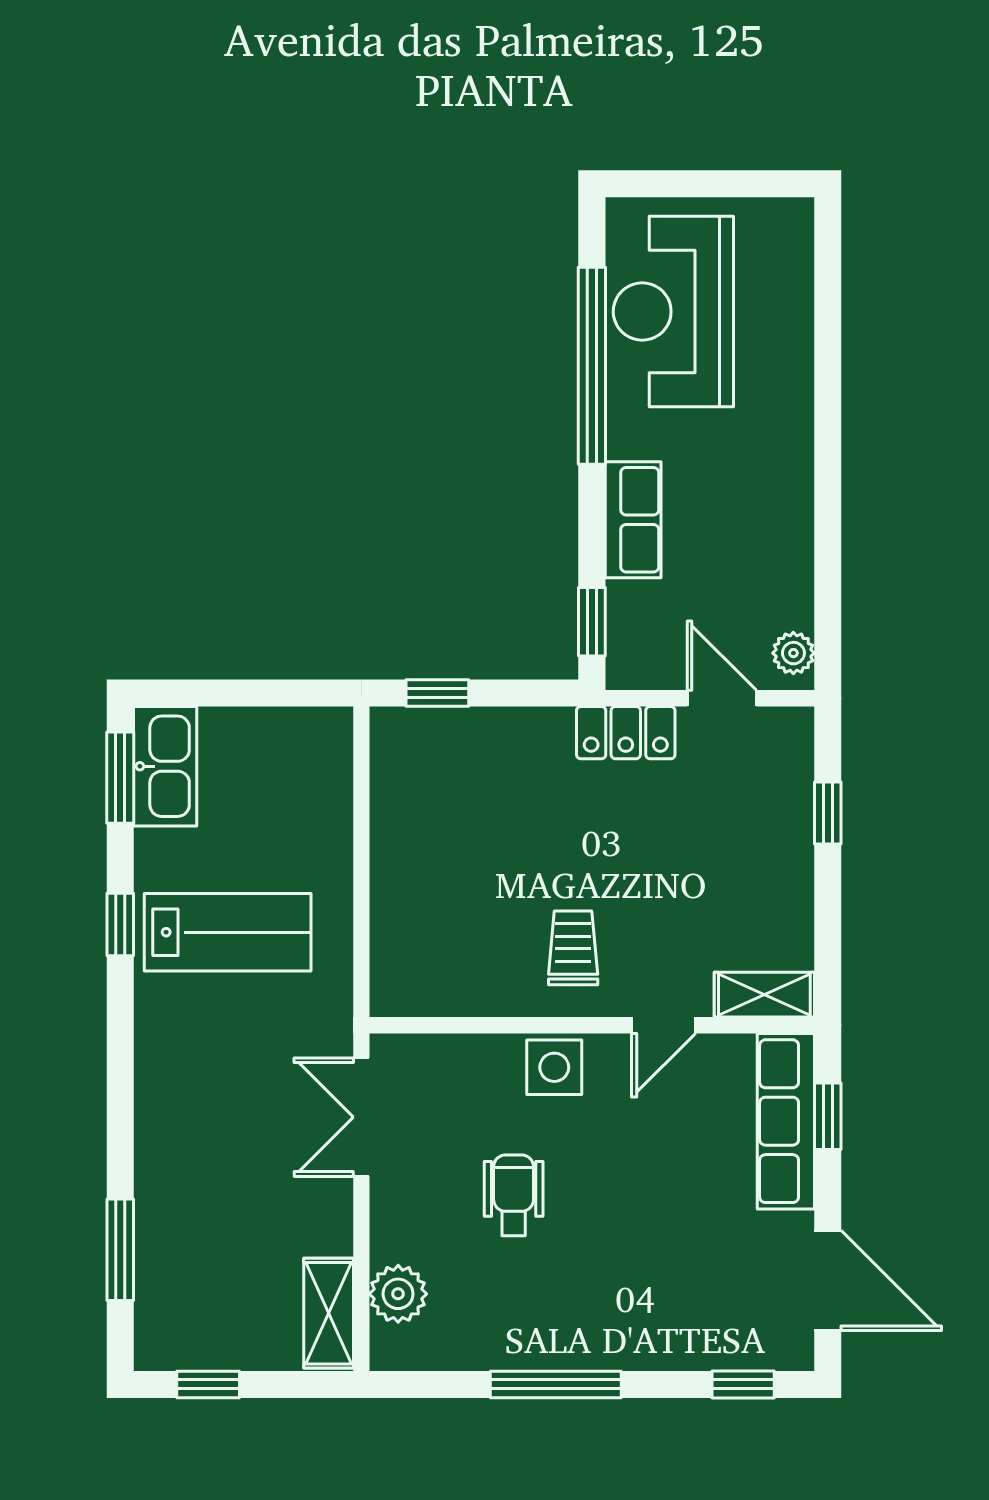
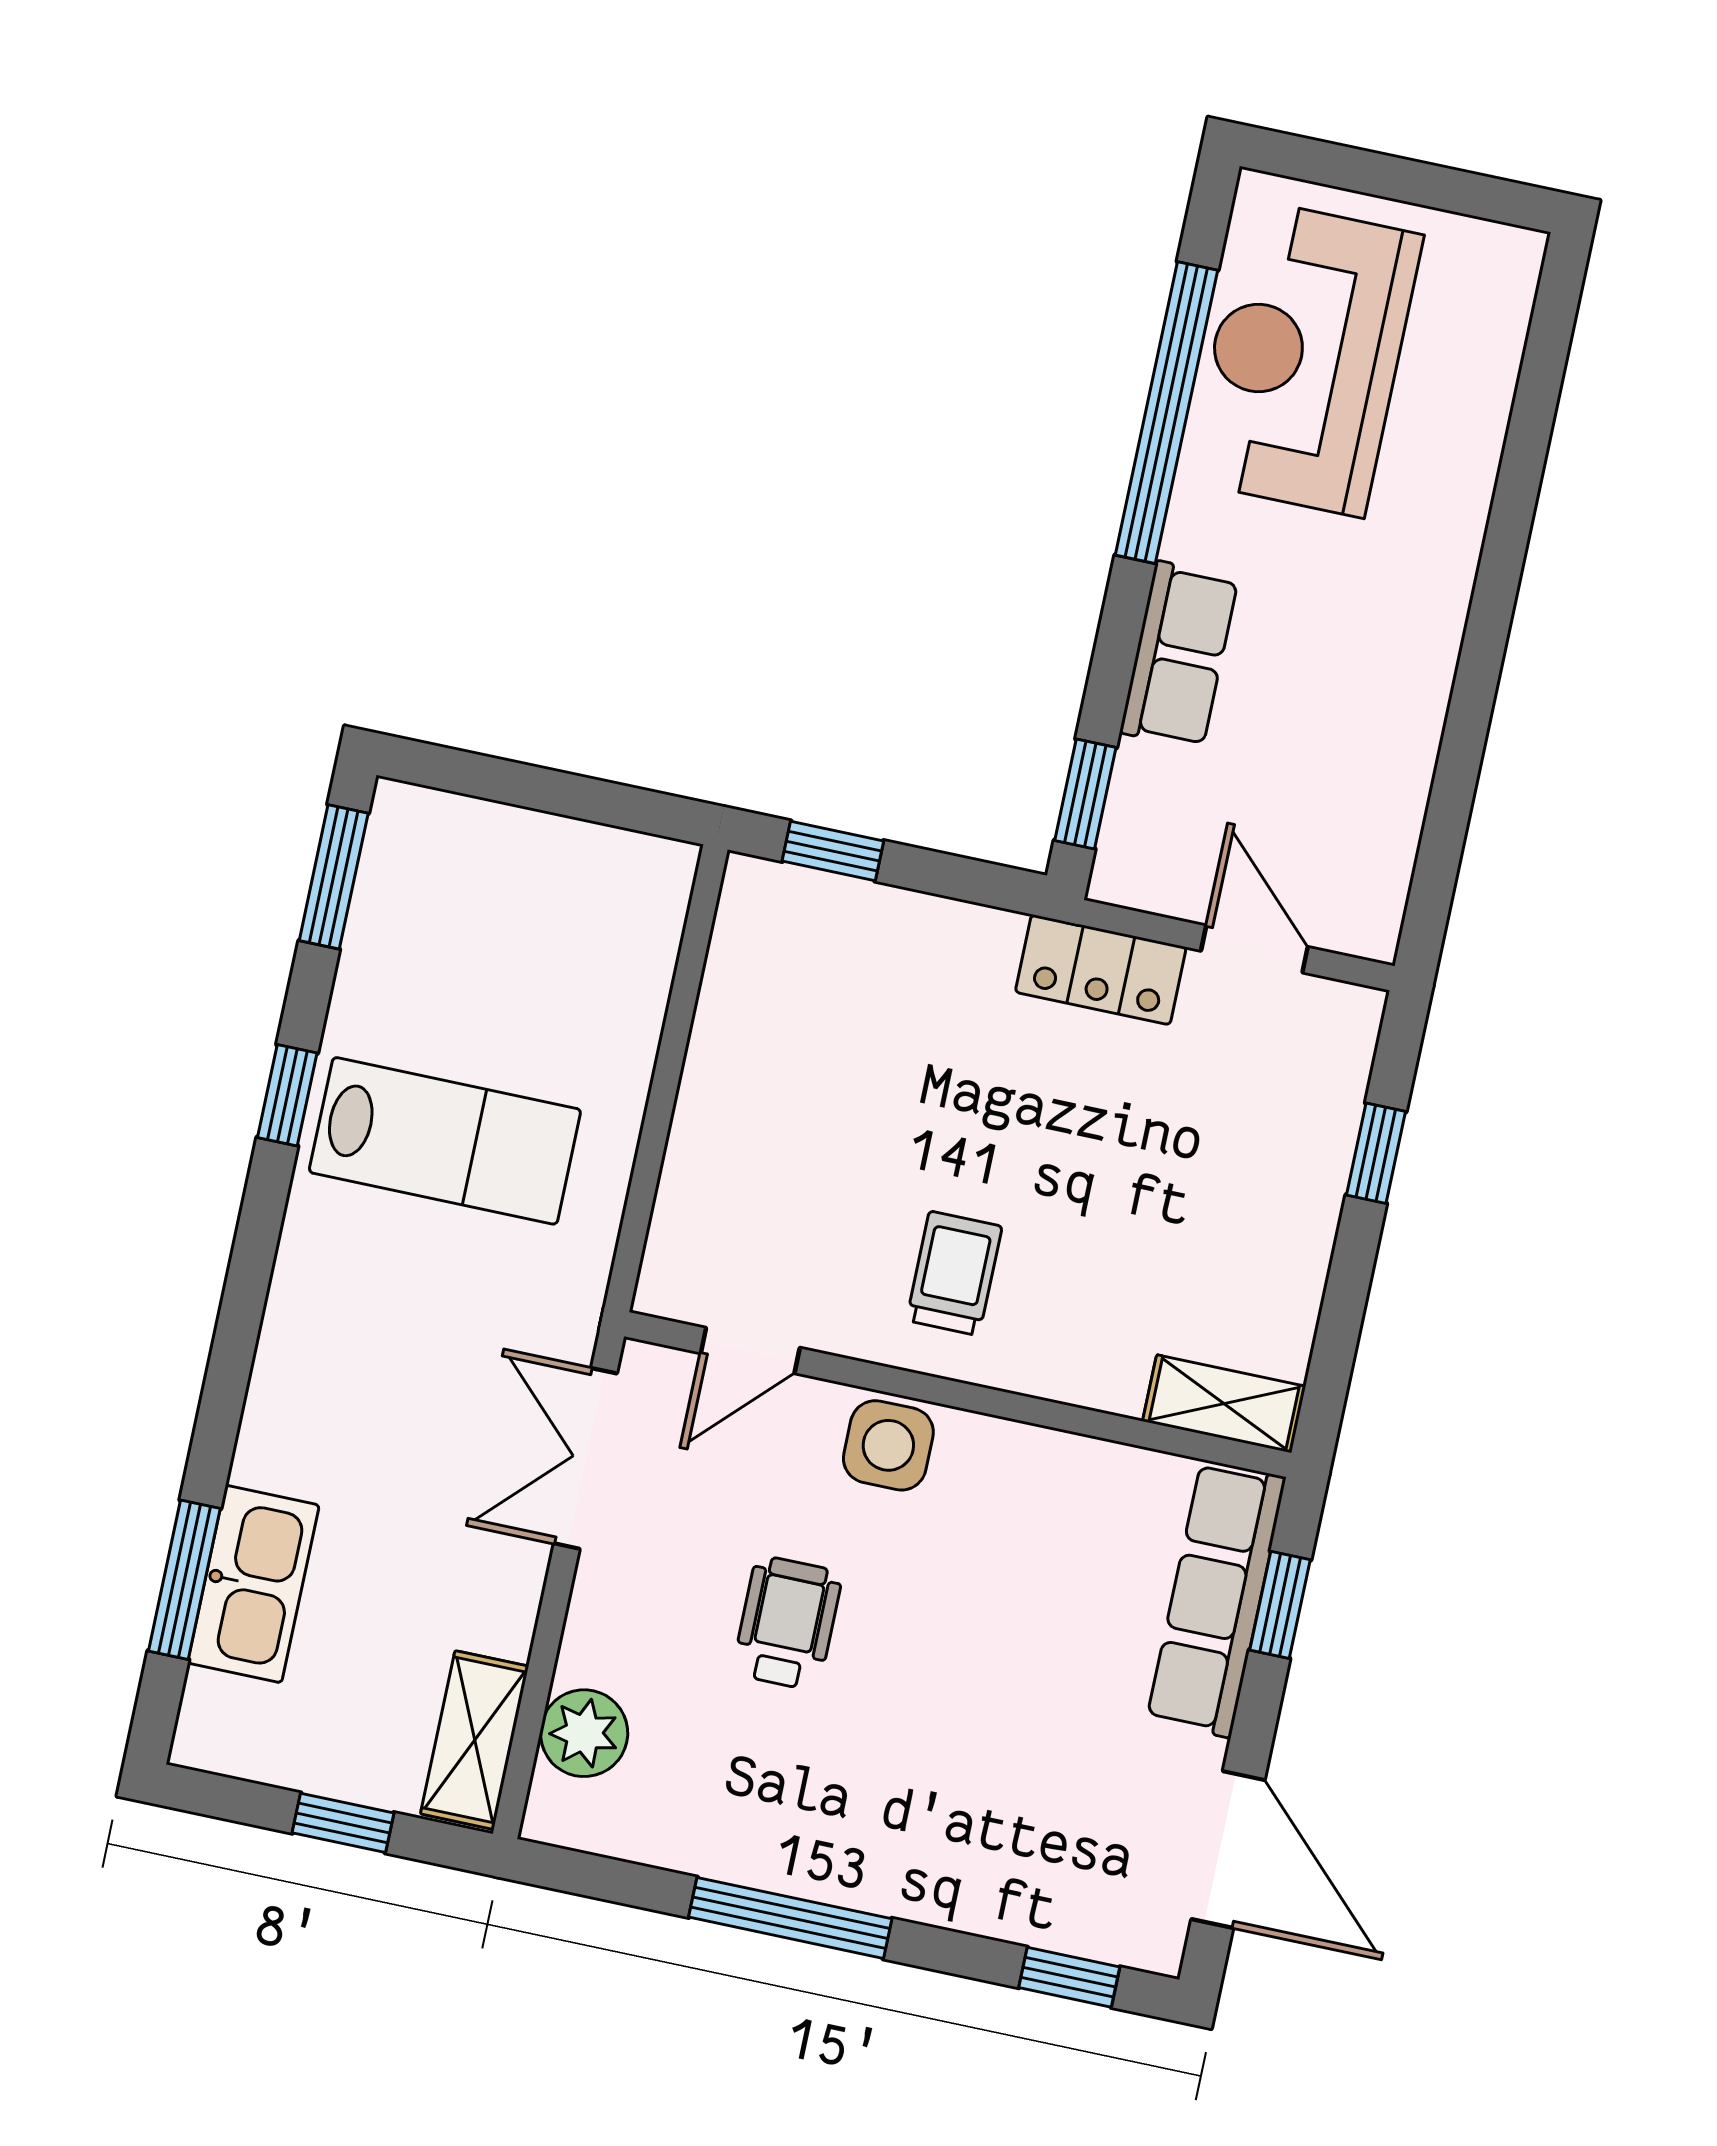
plant: (793, 653) -> (1376, 904), removed
kitchen sink: (165, 766) -> (253, 1584), moved
door: (664, 1025) -> (750, 1351), moved
window: (208, 1384) -> (343, 1823), moved

